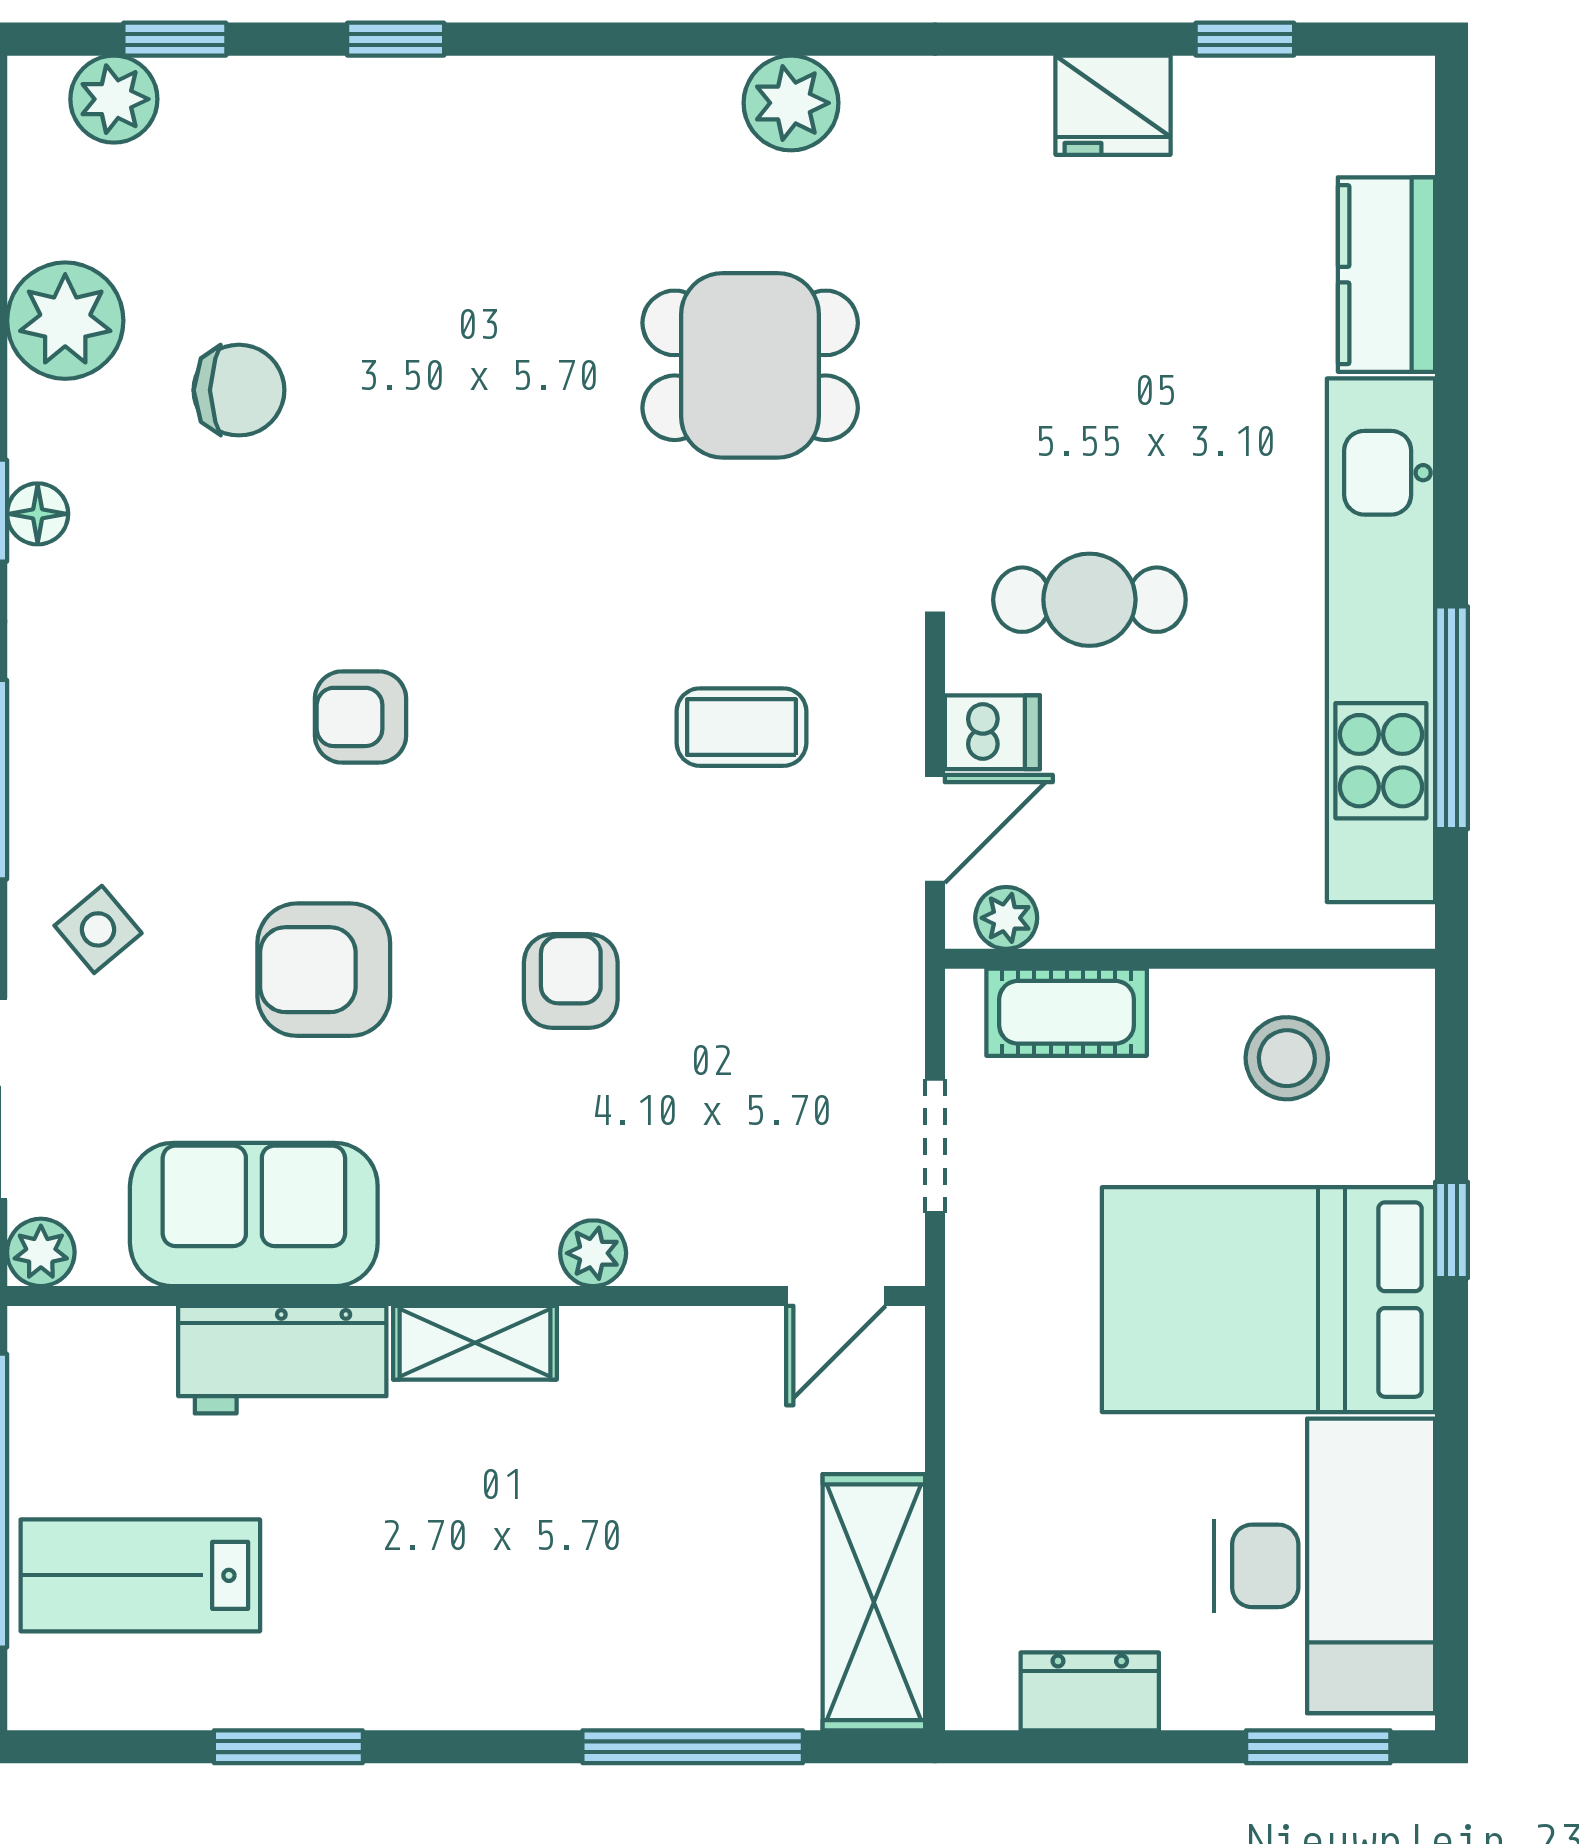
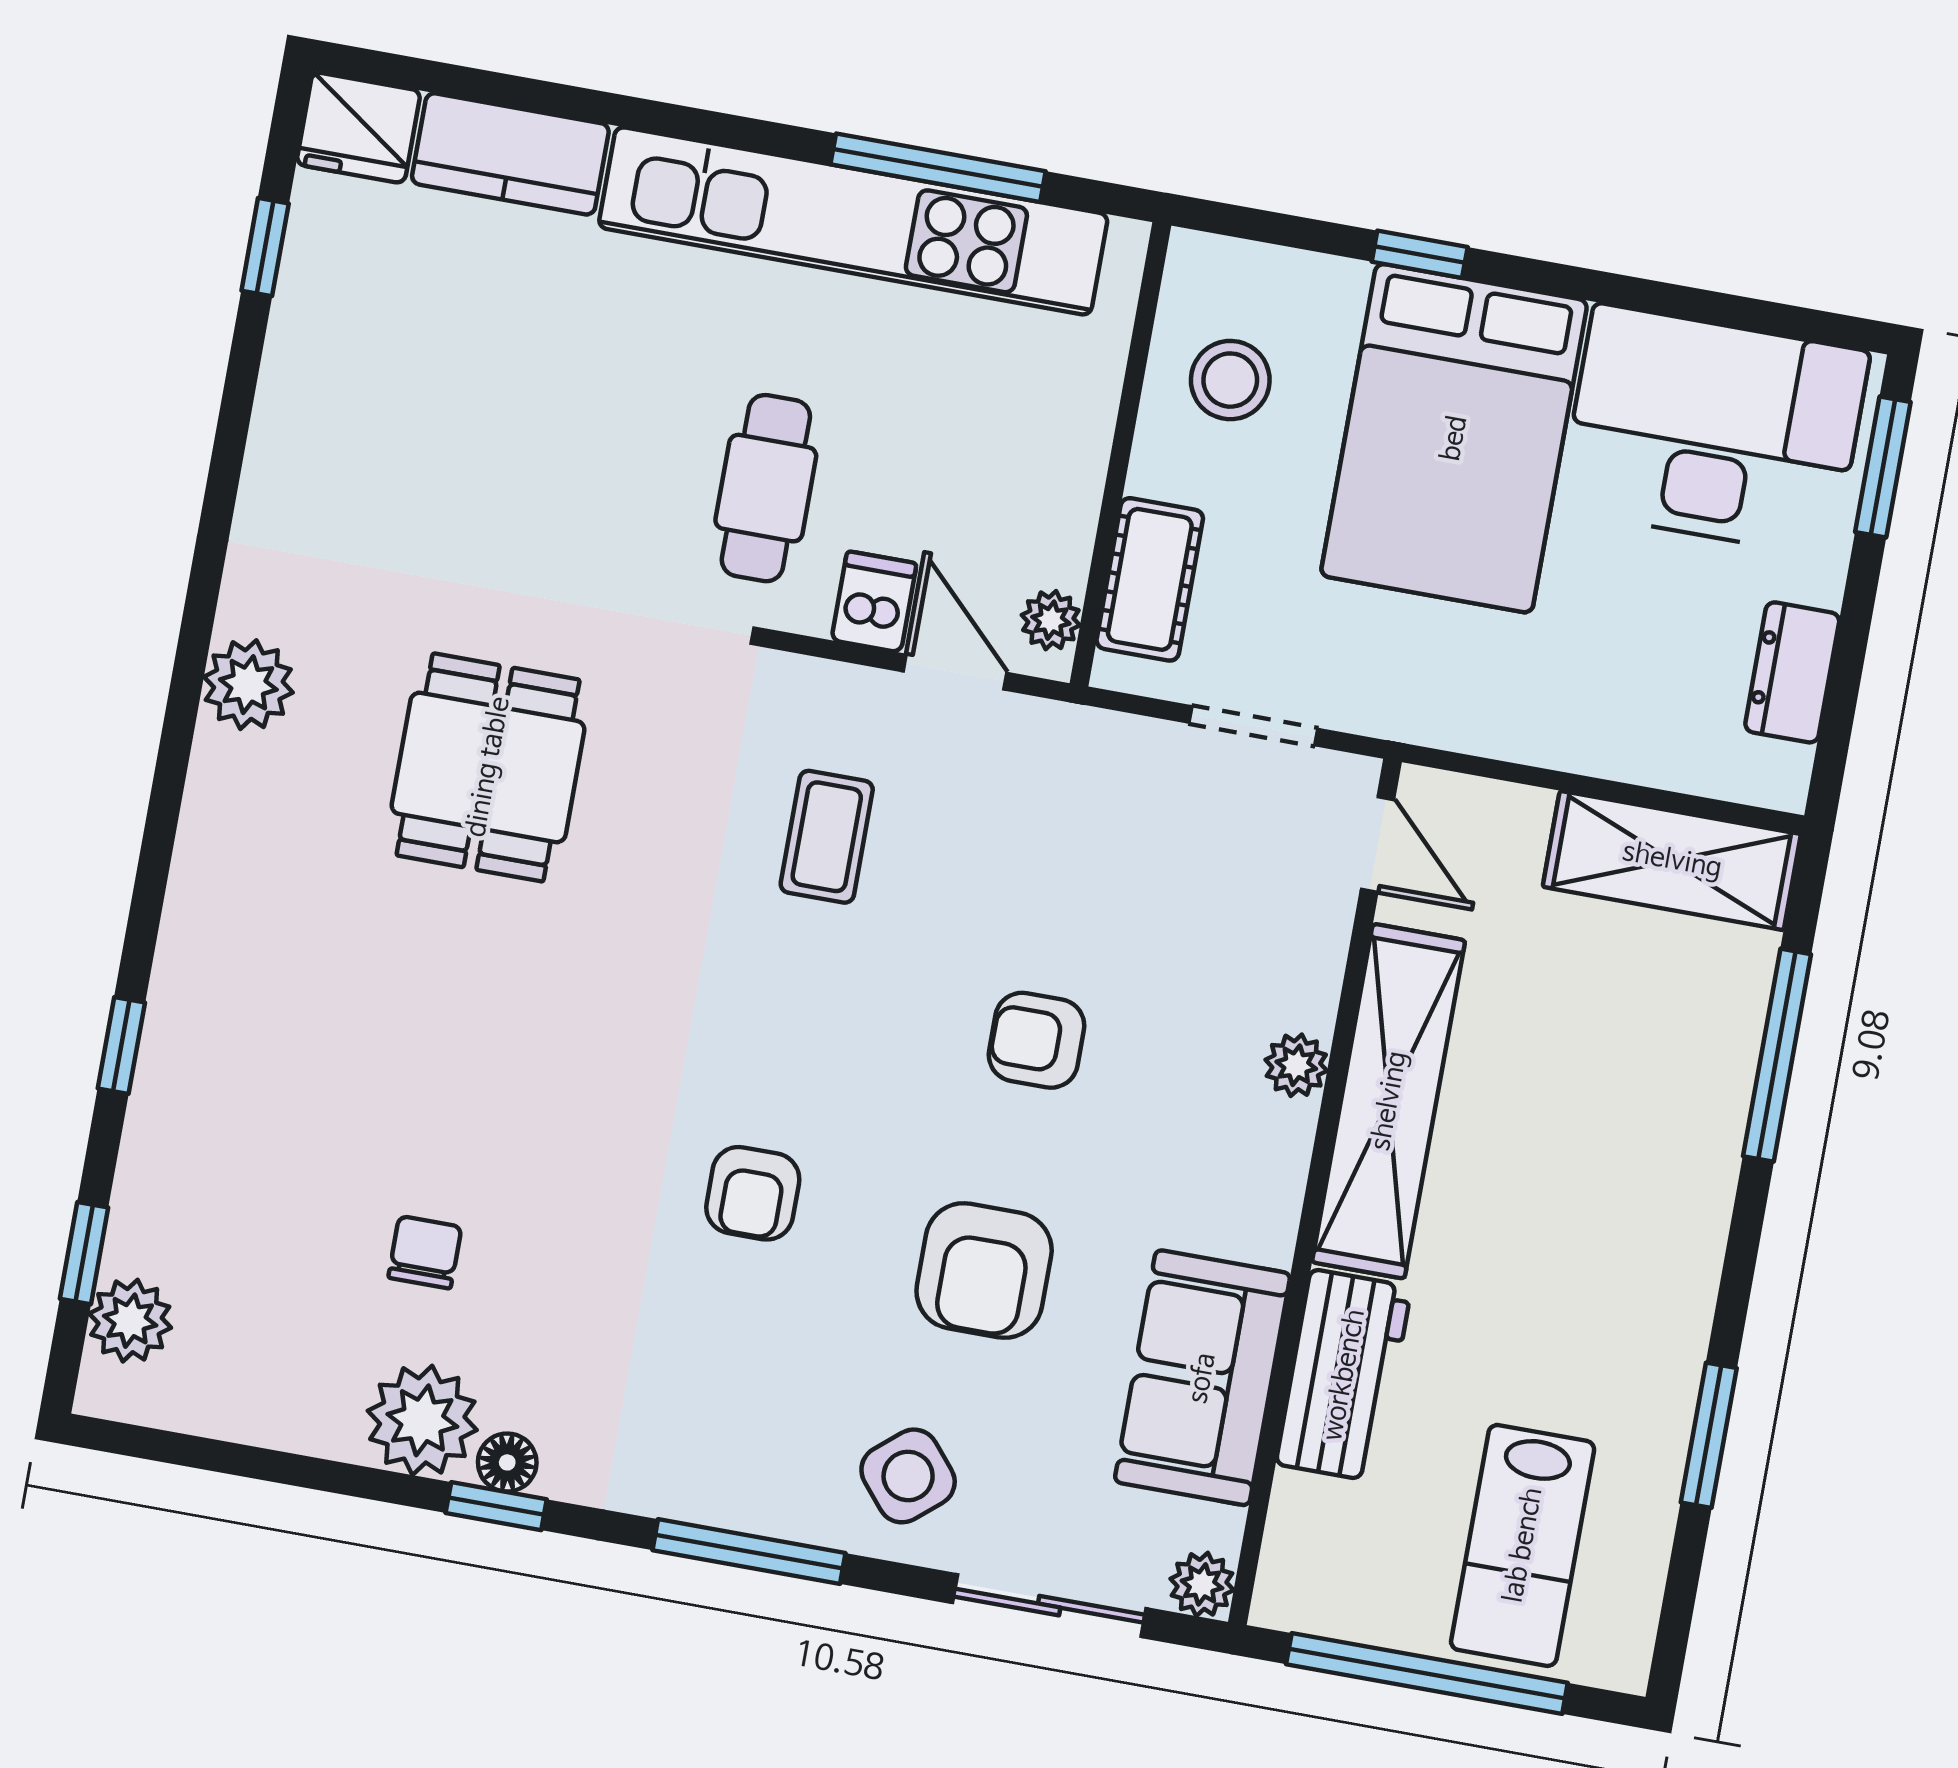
fridge: (1113, 105) -> (358, 128), moved, turned 90
plant: (65, 321) -> (422, 1420), moved
chair: (239, 390) -> (425, 1252), width x0.73, depth x0.73
side table: (98, 929) -> (908, 1476), width x1.37, depth x1.37
shelving: (475, 1343) -> (1389, 1101), width x2.20, depth x1.33

